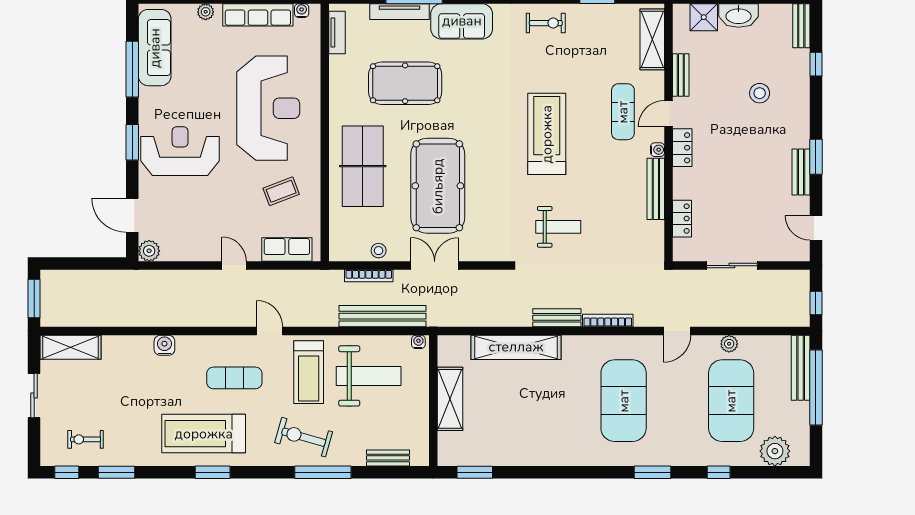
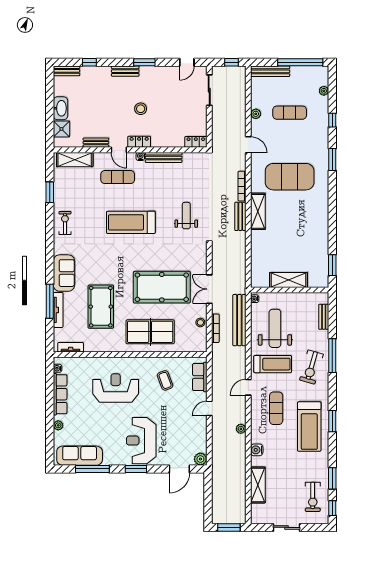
stool: (760, 93) -> (141, 109), moved
reception desk: (268, 108) -> (116, 388), width x0.74, depth x0.77
bench: (801, 172) -> (125, 71), moved
locker: (682, 219) -> (196, 142), moved
sliding door: (732, 266) -> (209, 90), moved
plant: (200, 319) -> (241, 429), added
shelving: (71, 347) -> (258, 485), moved
shelving: (516, 347) -> (258, 211), moved, width x0.68
window: (816, 388) -> (300, 62), moved
exercise mat: (731, 401) -> (290, 113), width x0.50, depth x0.69
exercise bike: (86, 439) -> (313, 497), width x1.38, depth x1.39
plant: (775, 451) -> (324, 91), width x0.53, depth x0.53

